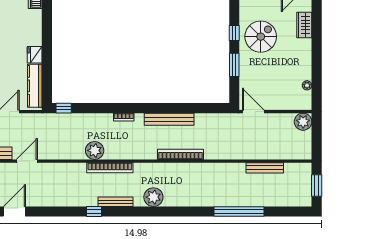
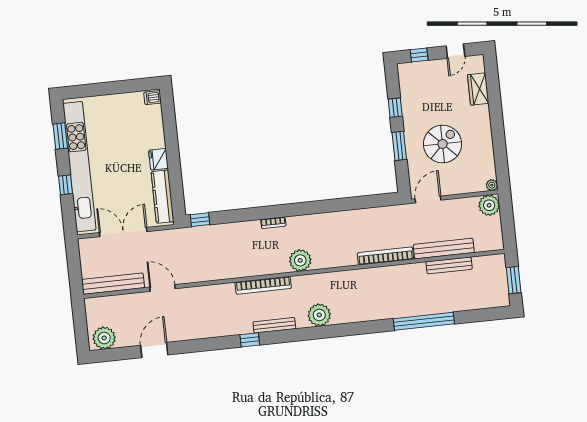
spiral stairs: (261, 37) -> (443, 144), moved
plant: (307, 85) -> (492, 185), moved
door: (253, 112) -> (428, 199), hinge flipped
bench: (169, 119) -> (444, 249), moved
plant: (95, 150) -> (300, 260), moved
bookcase: (181, 154) -> (385, 256), moved
door: (27, 161) -> (163, 288), hinge flipped

